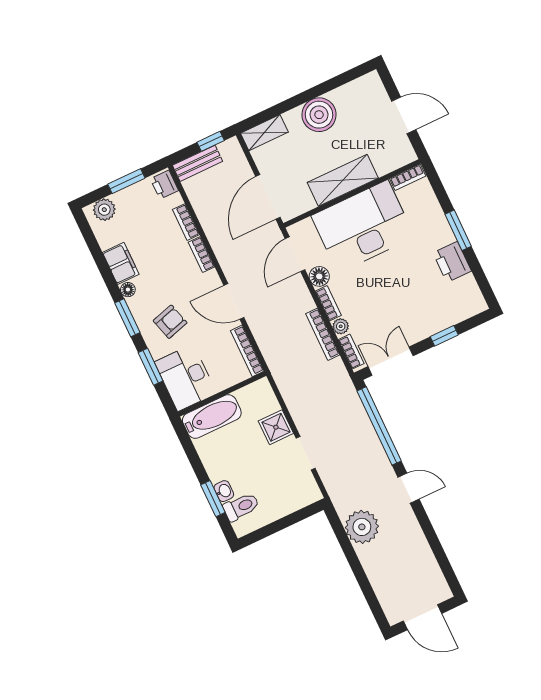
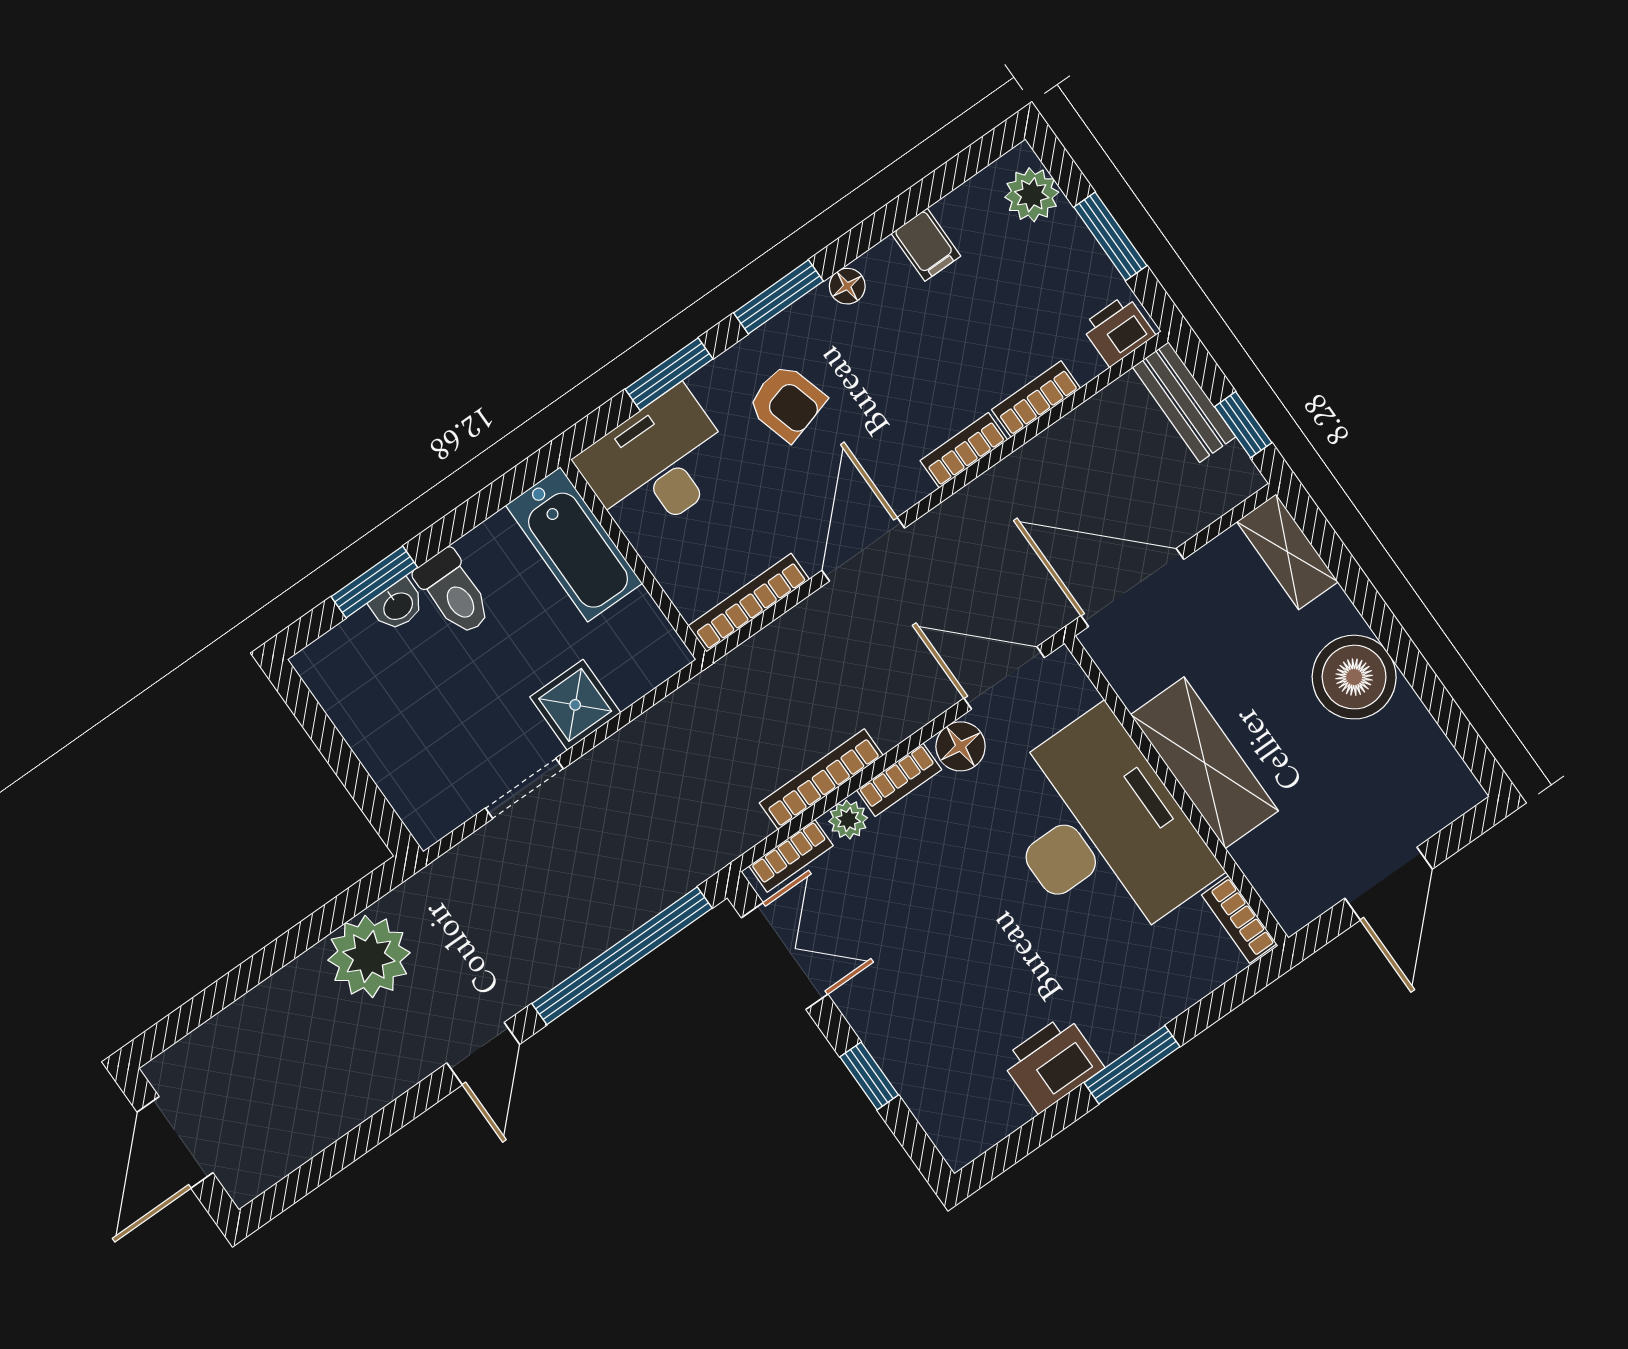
filing cabinet: (121, 263) -> (926, 245), width x0.50
toilet: (241, 507) -> (454, 593), moved

